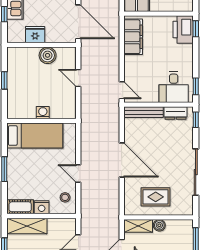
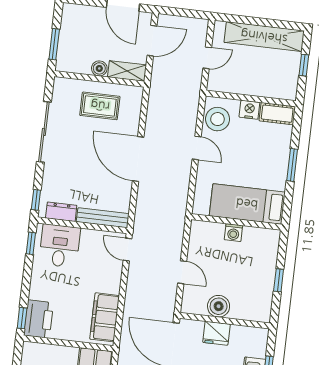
fridge: (35, 35) -> (216, 333), moved
stool: (65, 197) -> (217, 119), width x1.89, depth x1.89
shelving: (27, 226) -> (271, 88), removed

